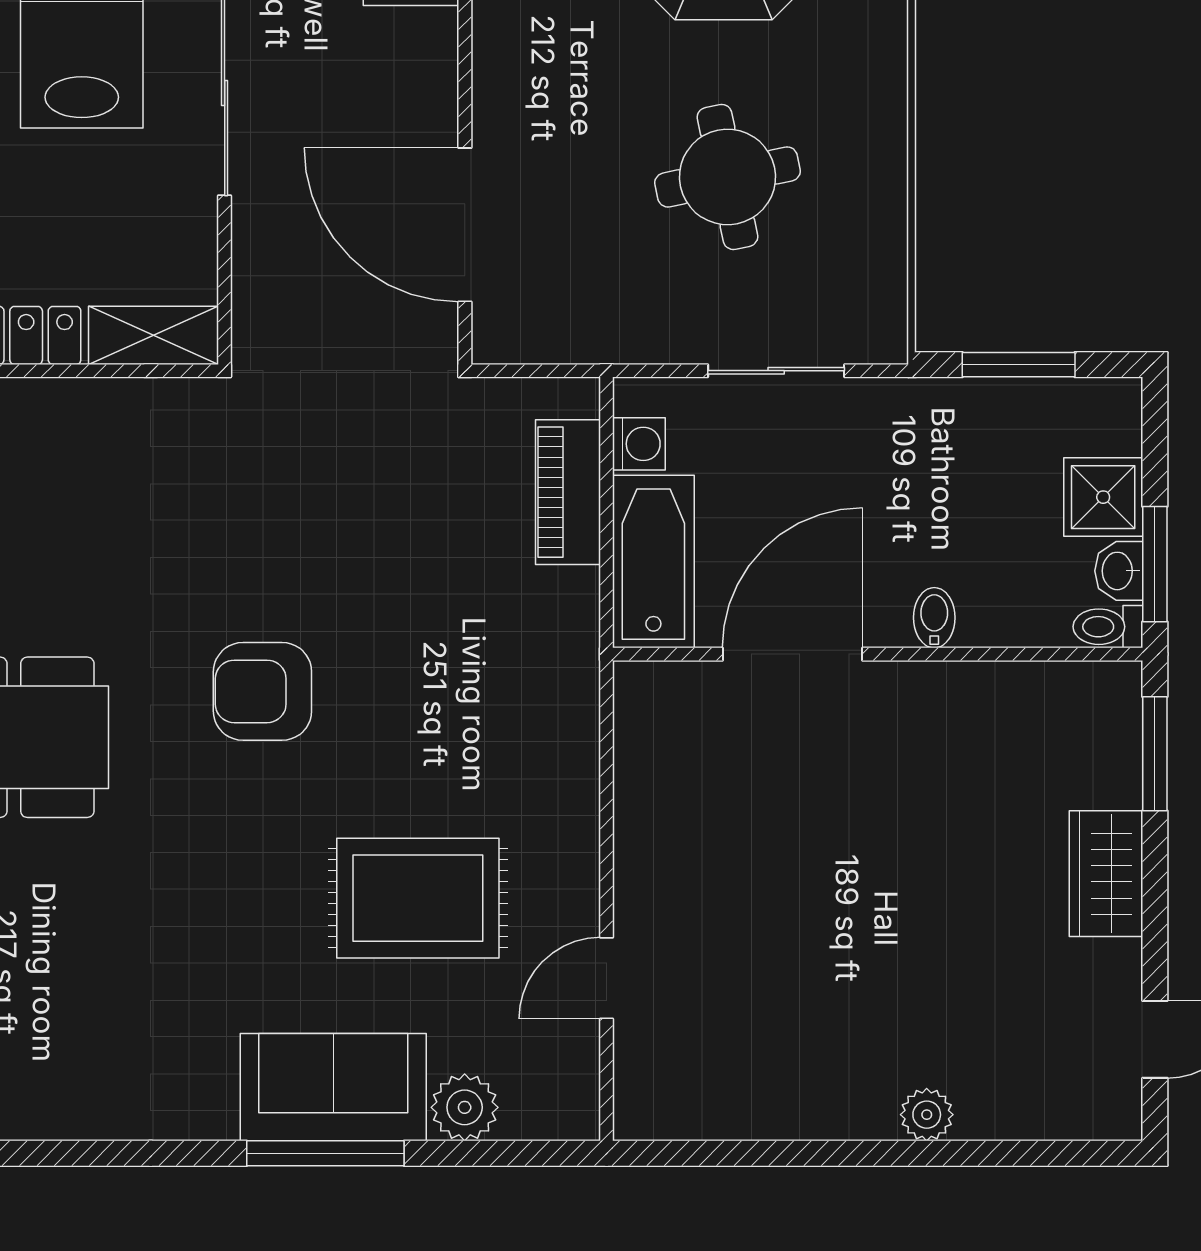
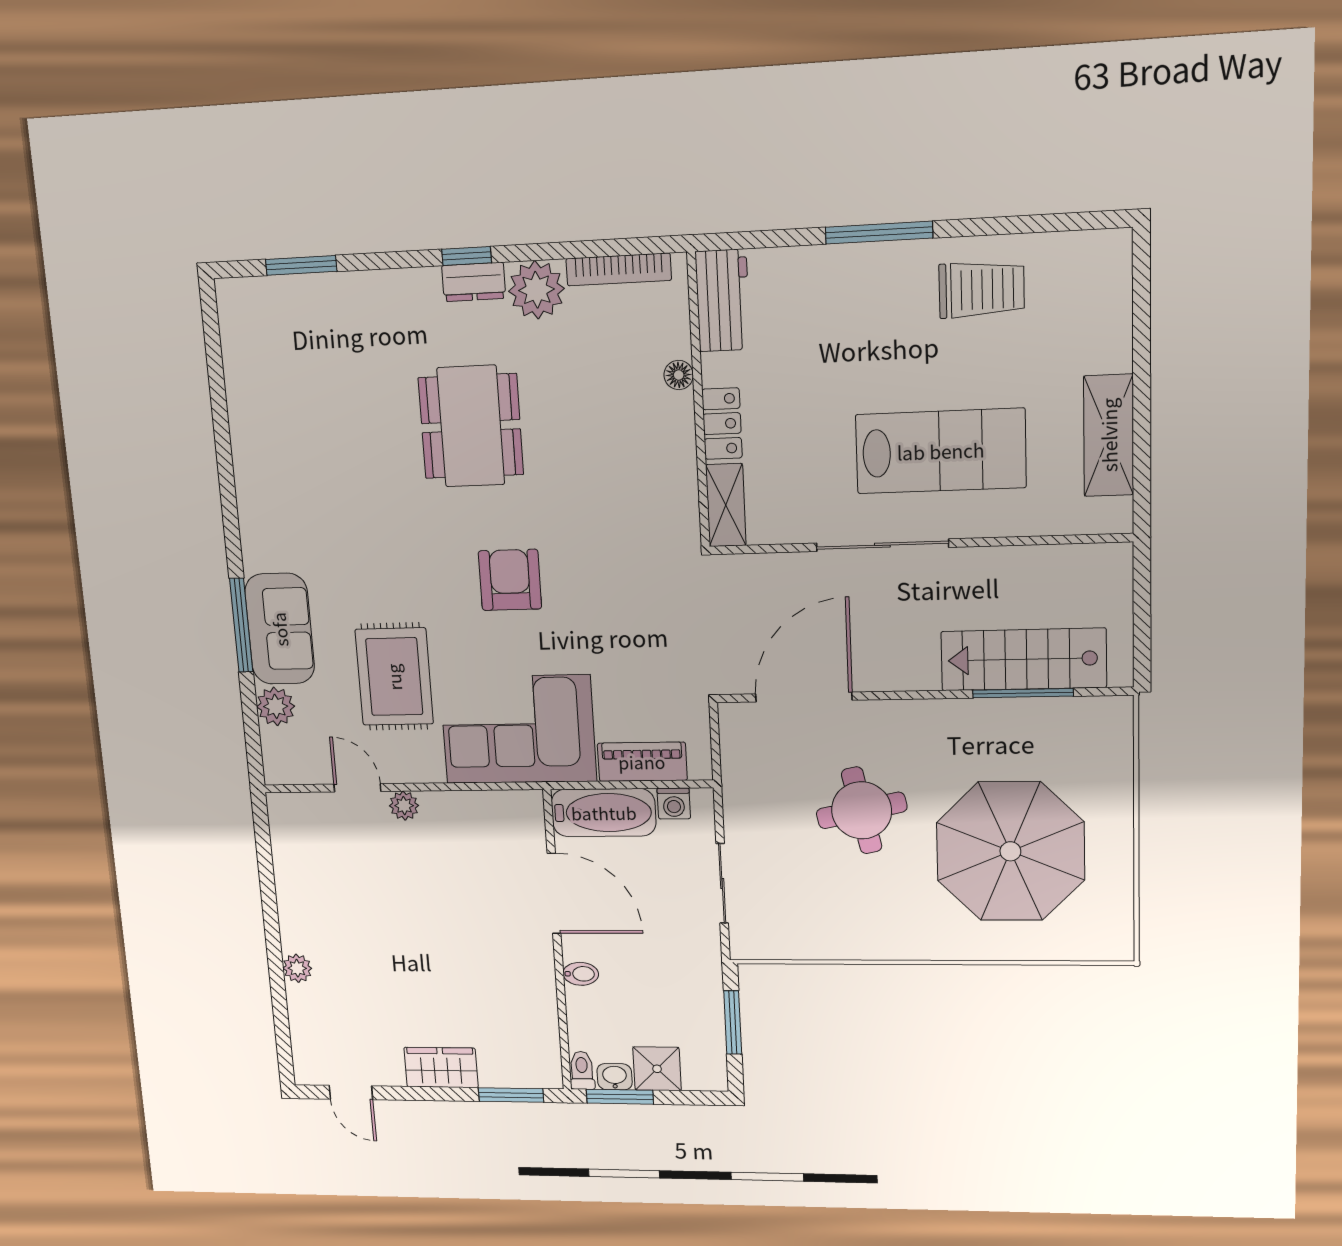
round table: (727, 177) -> (862, 810), moved
corner sofa: (510, 696) -> (518, 729), added
plant: (638, 900) -> (404, 806), added

